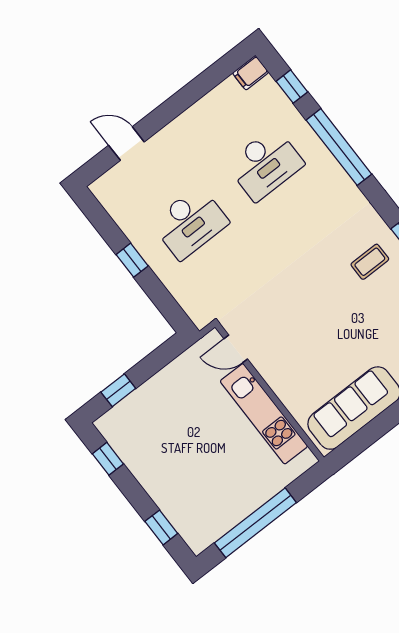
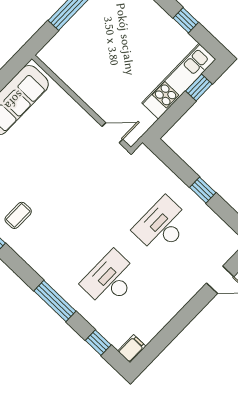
window: (339, 147) -> (55, 301), width x0.68
kitchen unit: (264, 414) -> (179, 81), moved, turned -90
window: (108, 459) -> (186, 20), moved

